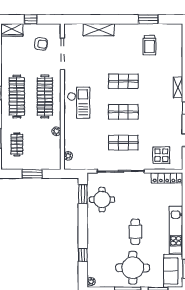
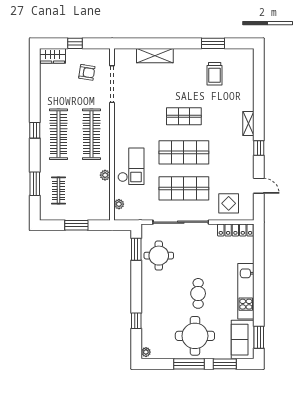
checkout: (79, 103) -> (131, 166), moved
shop shelf: (123, 112) -> (184, 152), width x1.43, depth x1.36
shop shelf: (123, 143) -> (184, 188), width x1.43, depth x1.36

